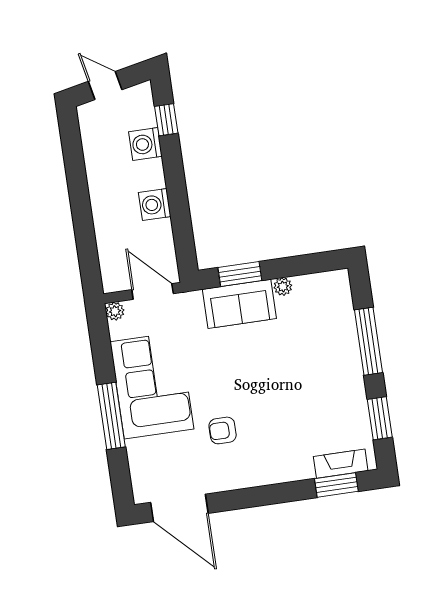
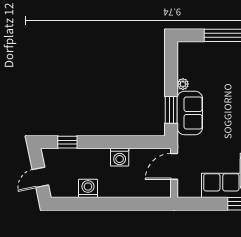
washing machine: (145, 144) -> (88, 188), moved, turned 180
plant: (115, 311) -> (183, 192), removed

